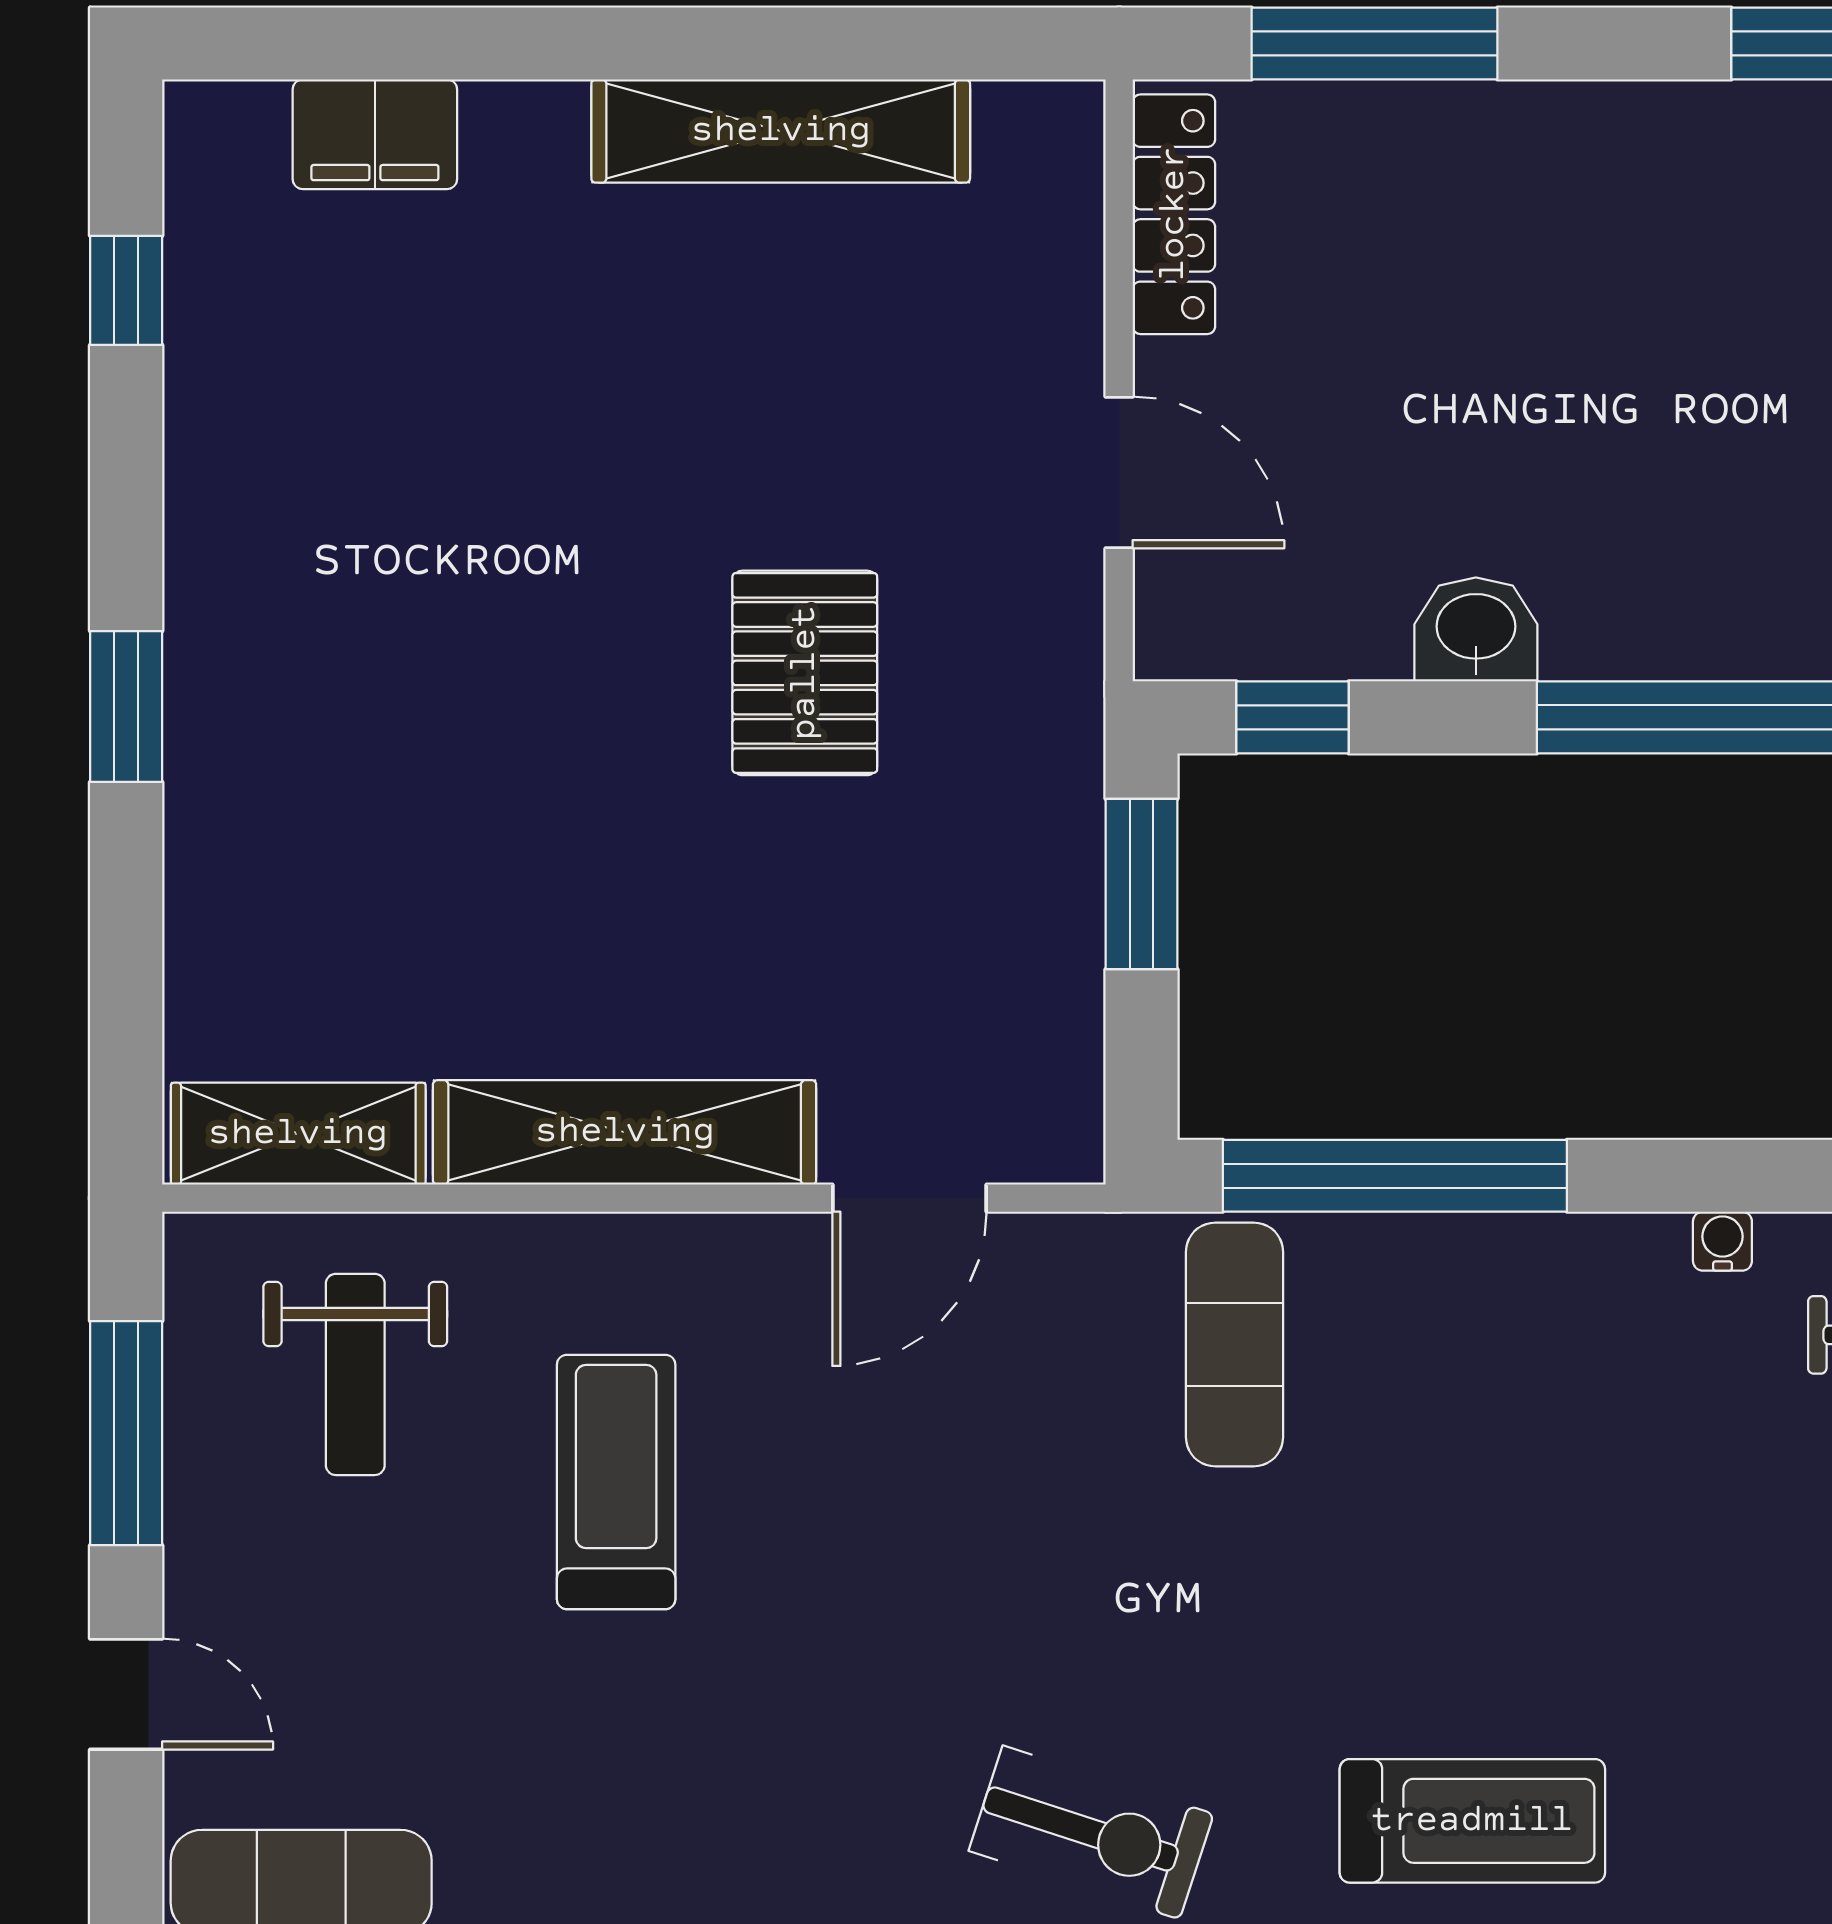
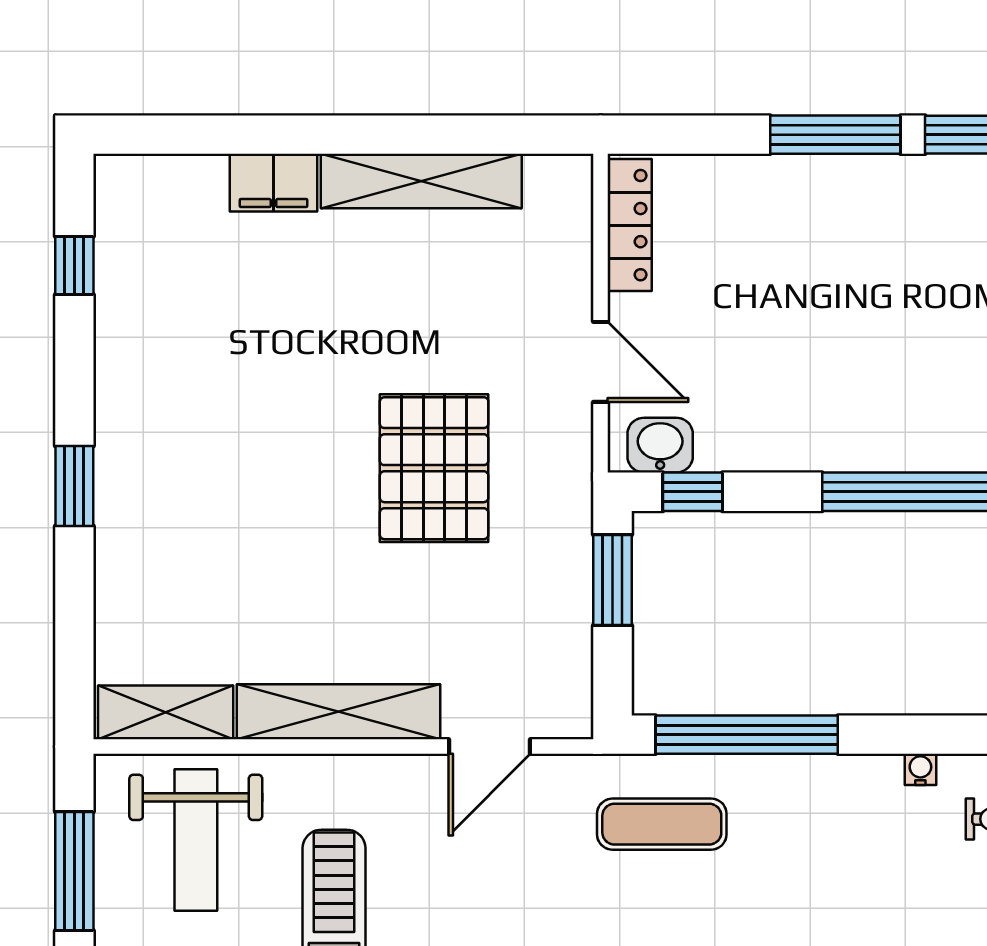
window: (1374, 43) -> (835, 135), moved
filing cabinet: (375, 134) -> (274, 183), moved
washbasin: (1476, 629) -> (660, 445), moved
pallet: (805, 673) -> (434, 468), width x1.37, depth x1.41
exercise mat: (1235, 1344) -> (662, 824), turned 90
weight bench: (355, 1374) -> (196, 840), width x1.36, depth x1.33

